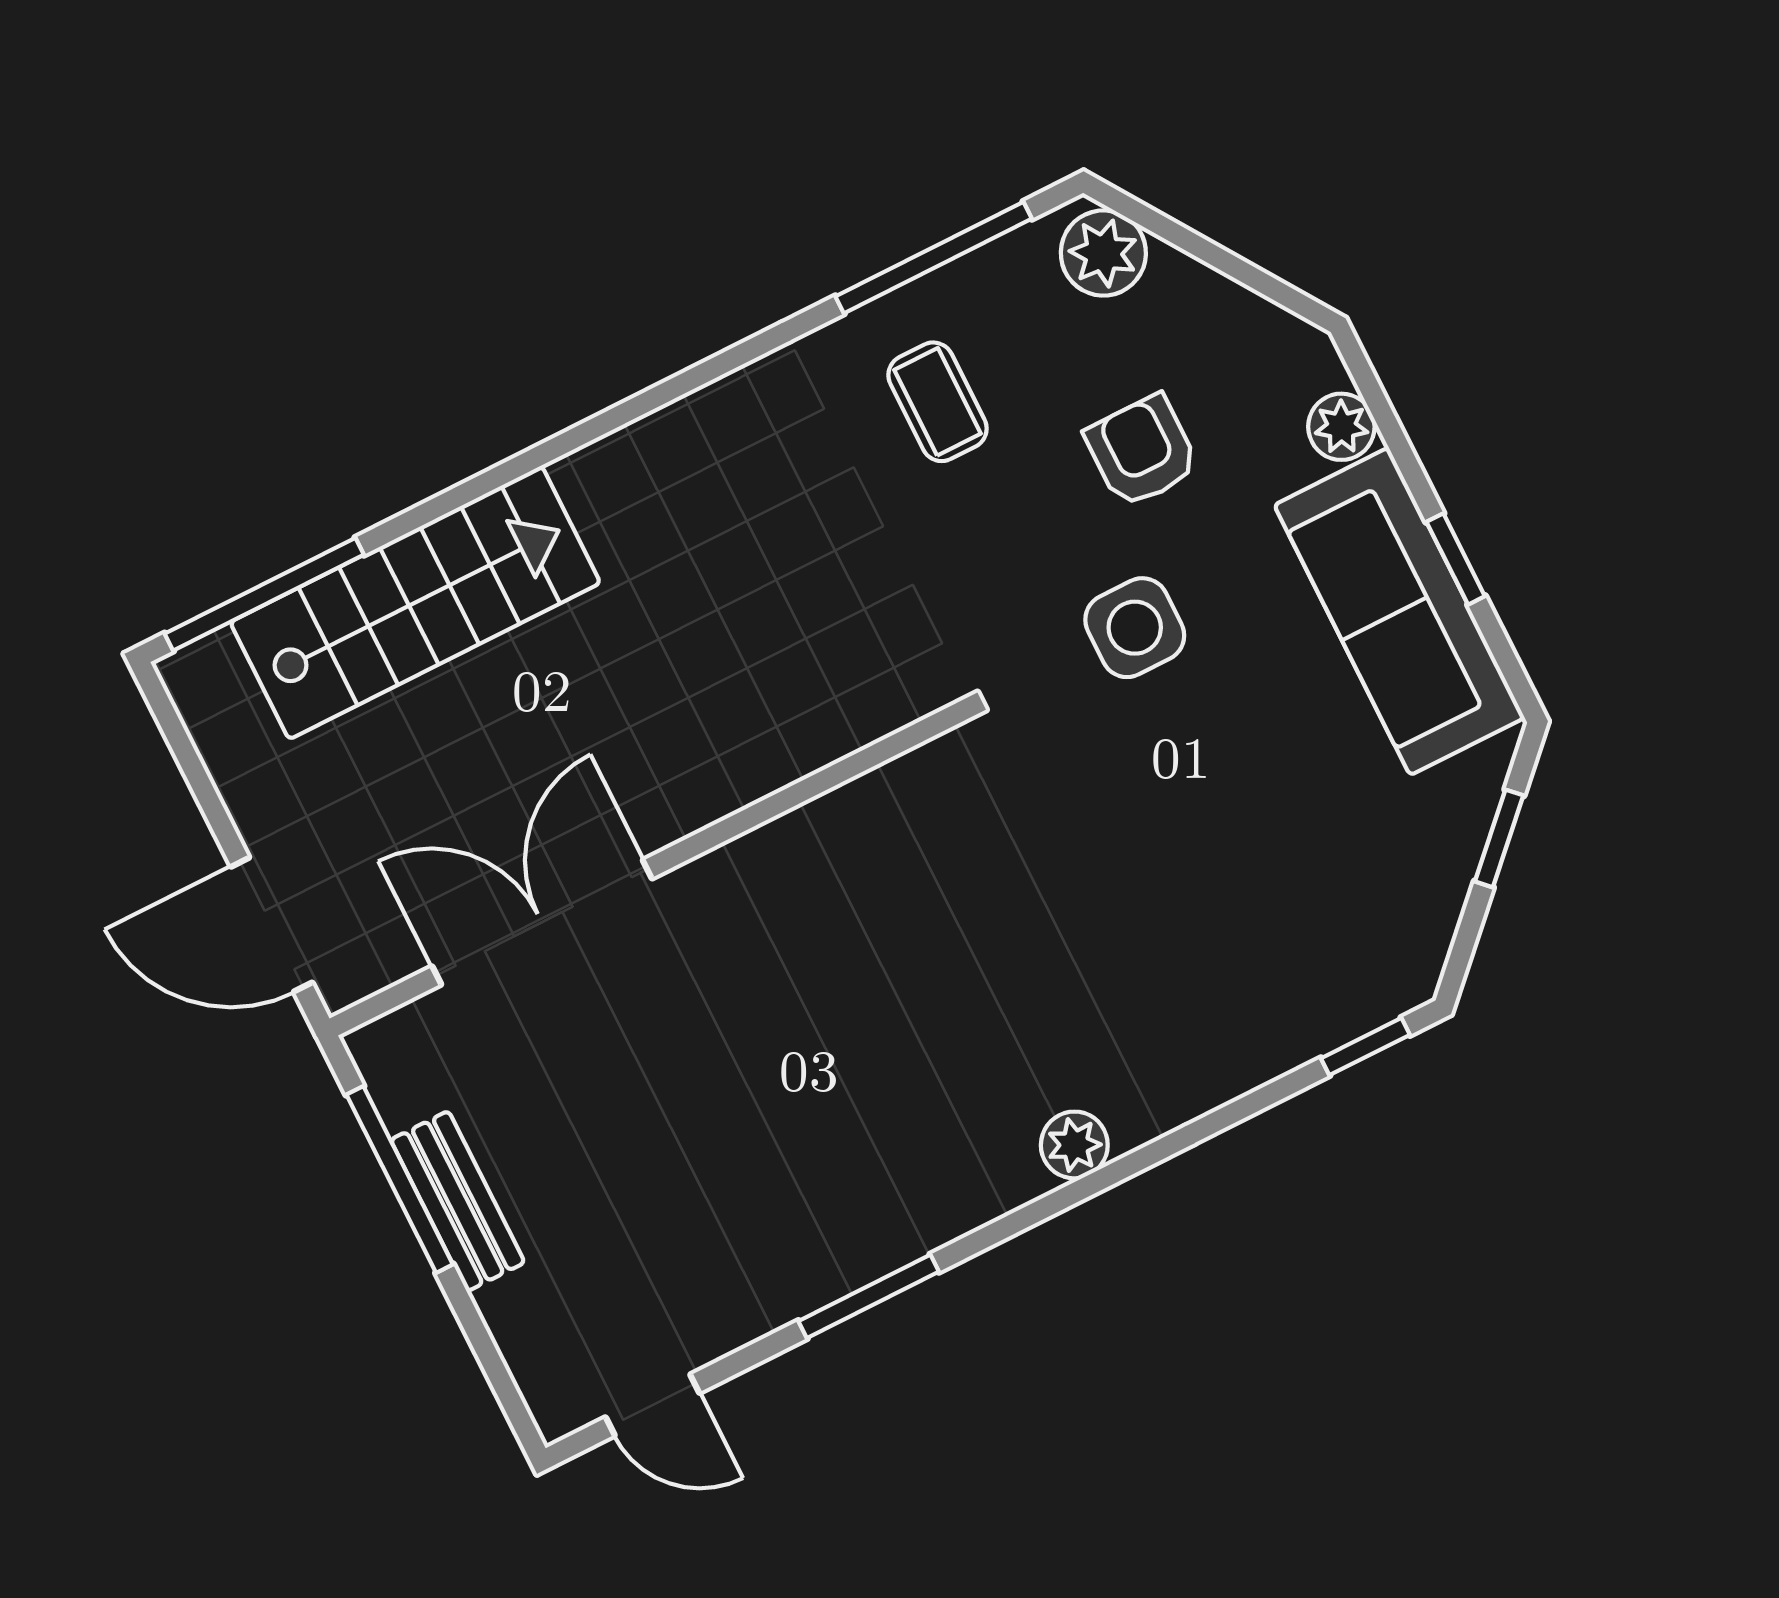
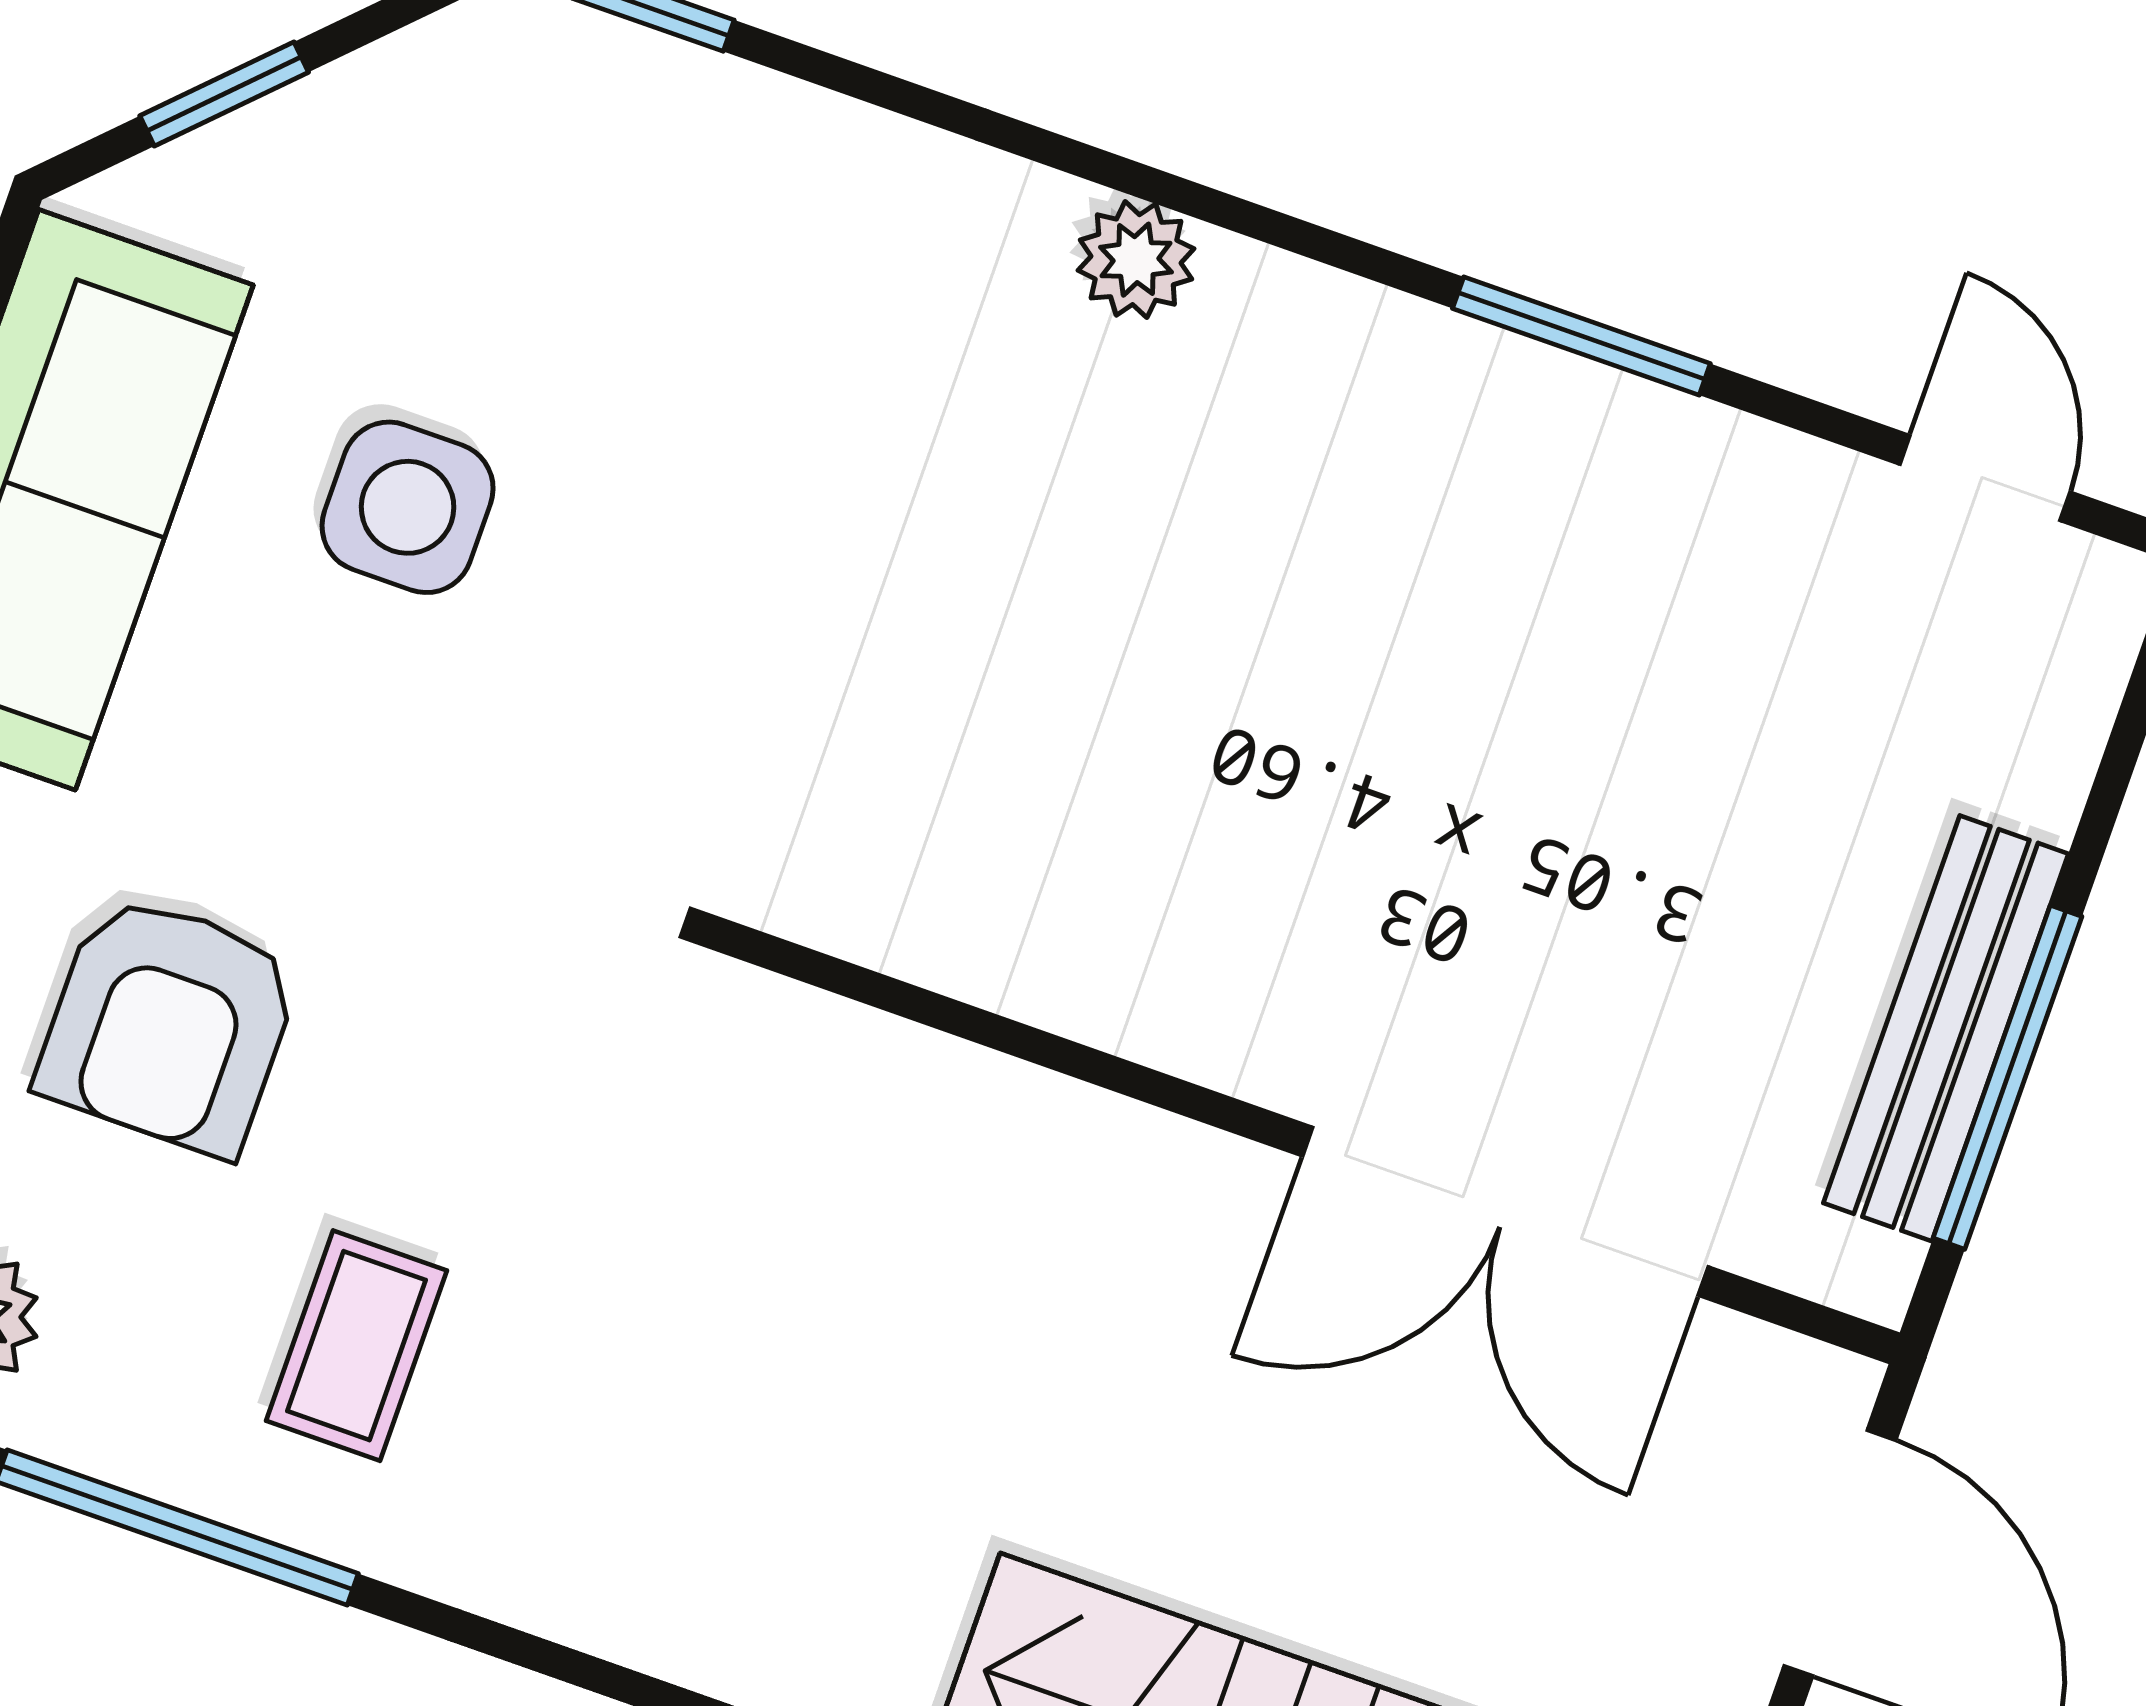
armchair: (1142, 451) -> (169, 1024), width x1.38, depth x1.38
side table: (1135, 628) -> (408, 507), moved
bench: (458, 1201) -> (1946, 1028), width x1.36

